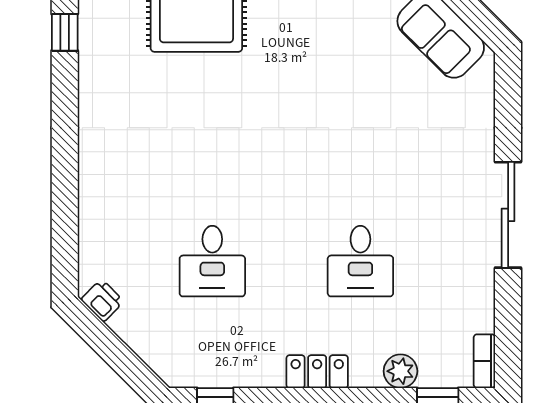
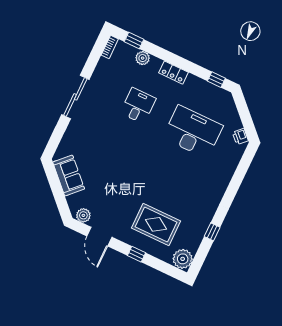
window: (65, 32) -> (212, 232), moved
desk: (212, 261) -> (193, 132), width x1.87, depth x1.30

